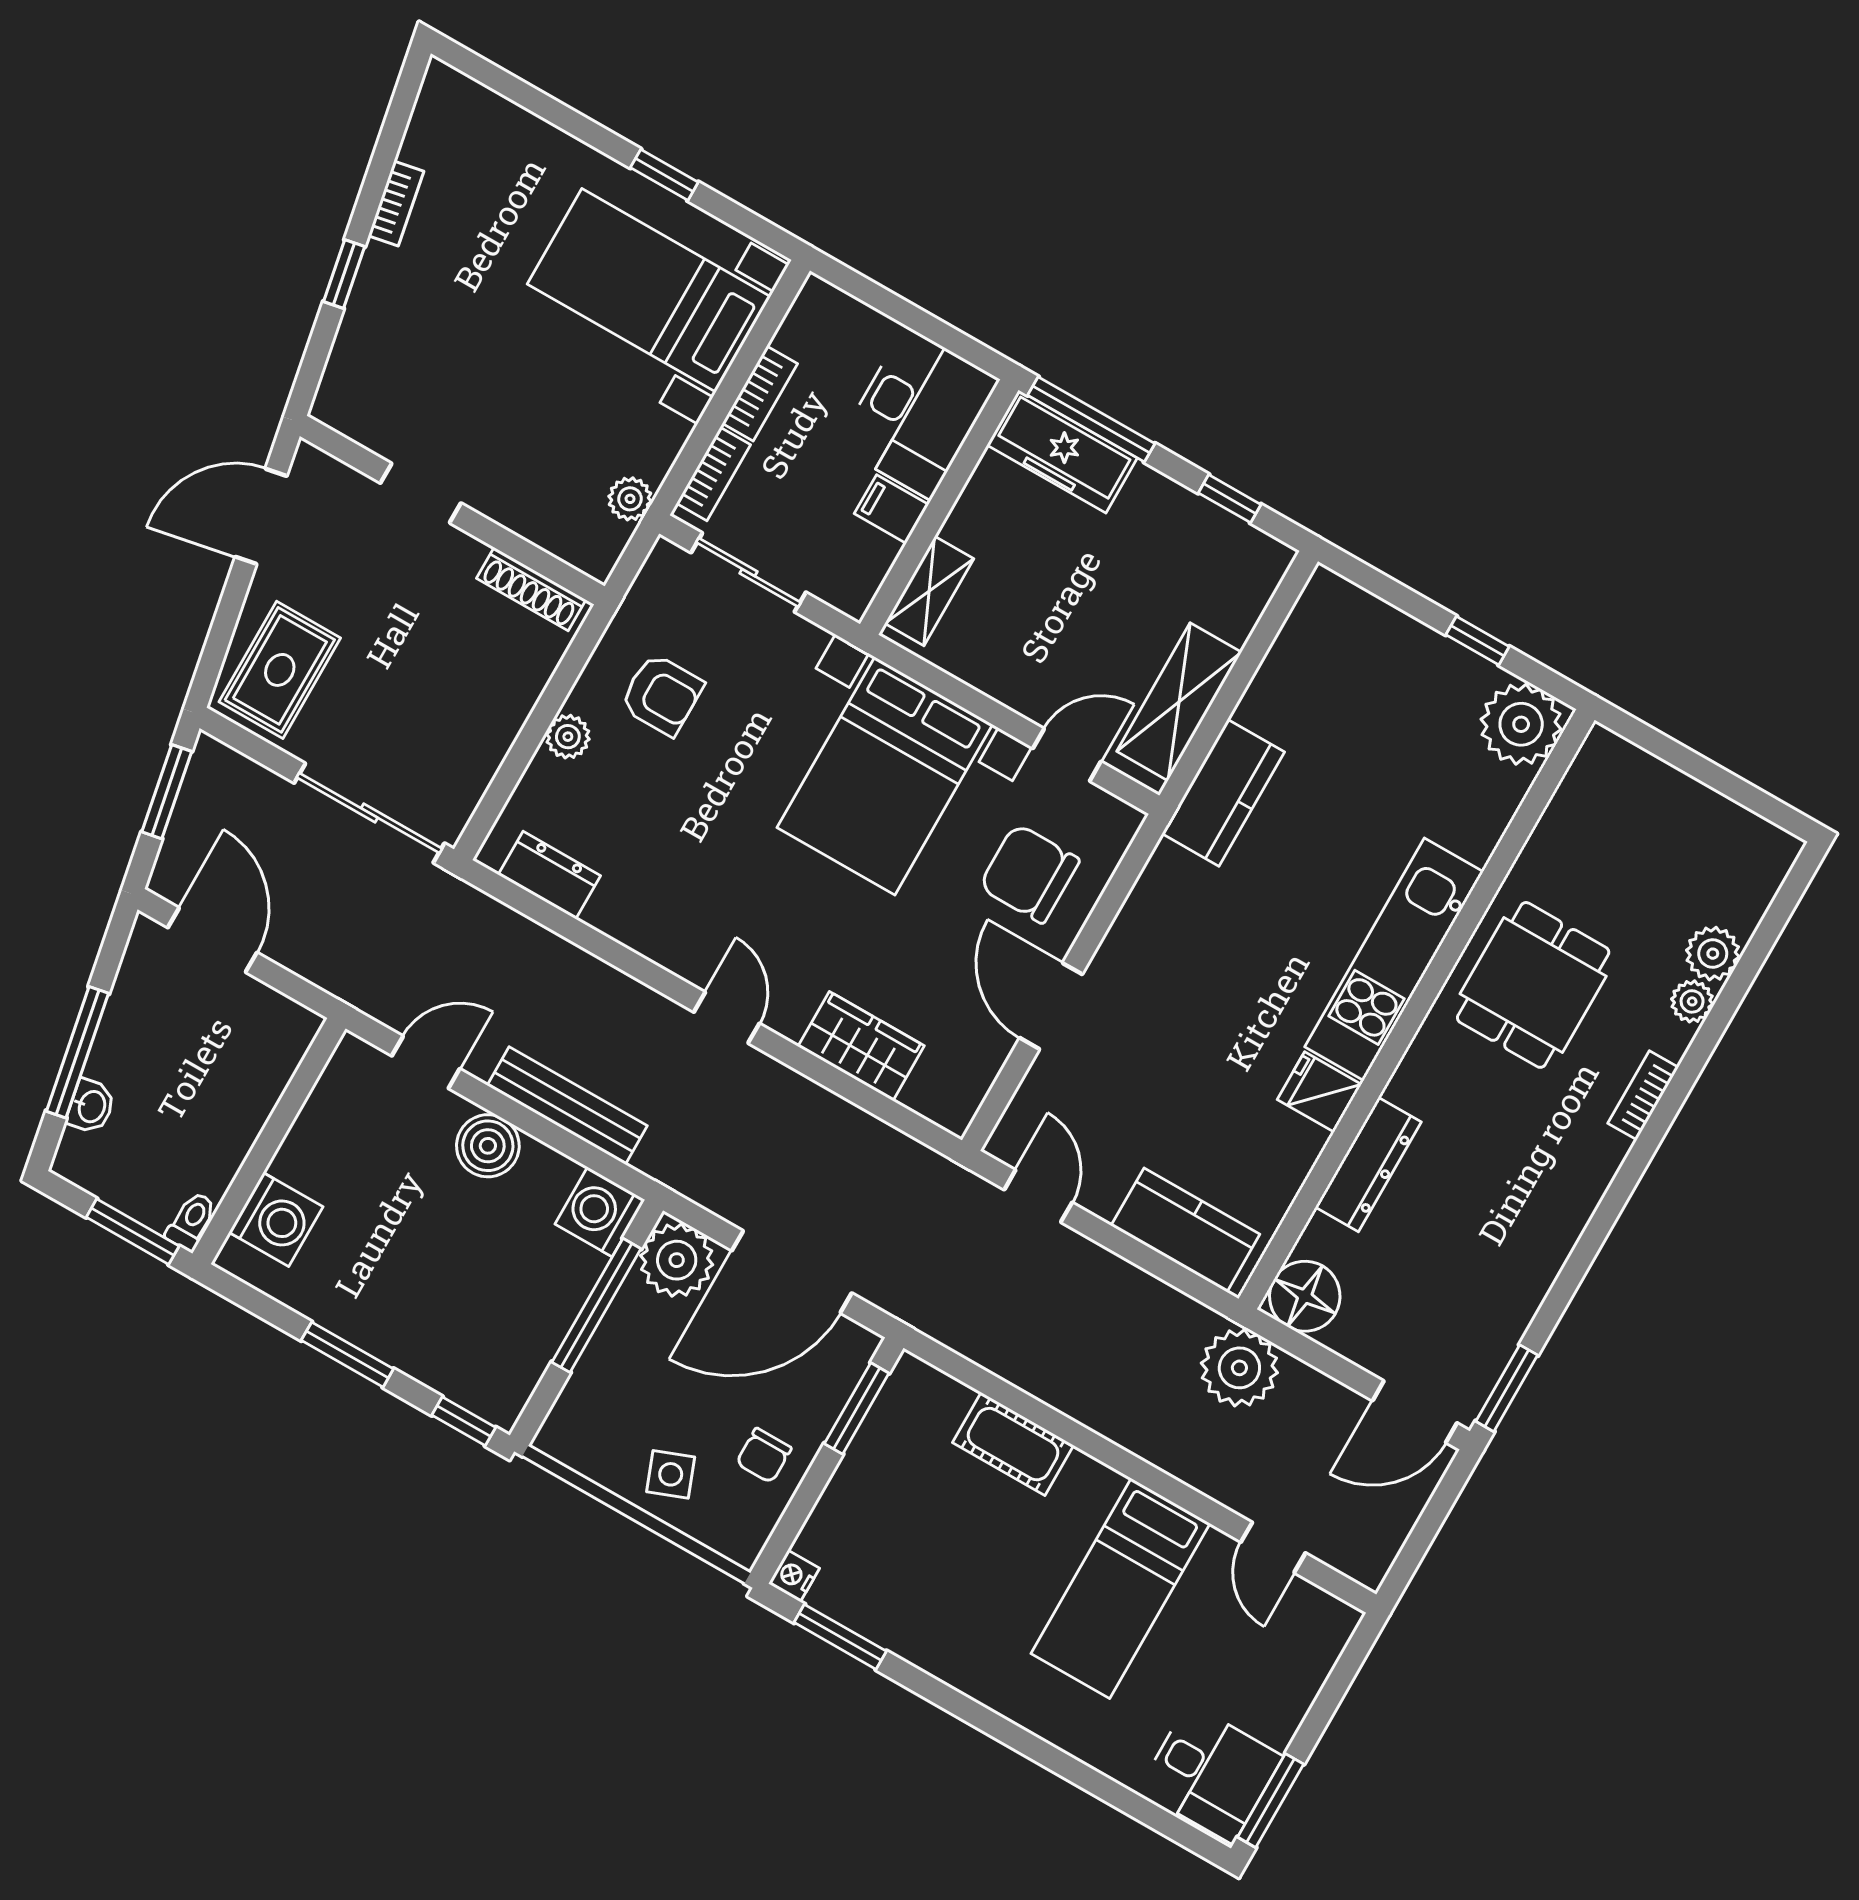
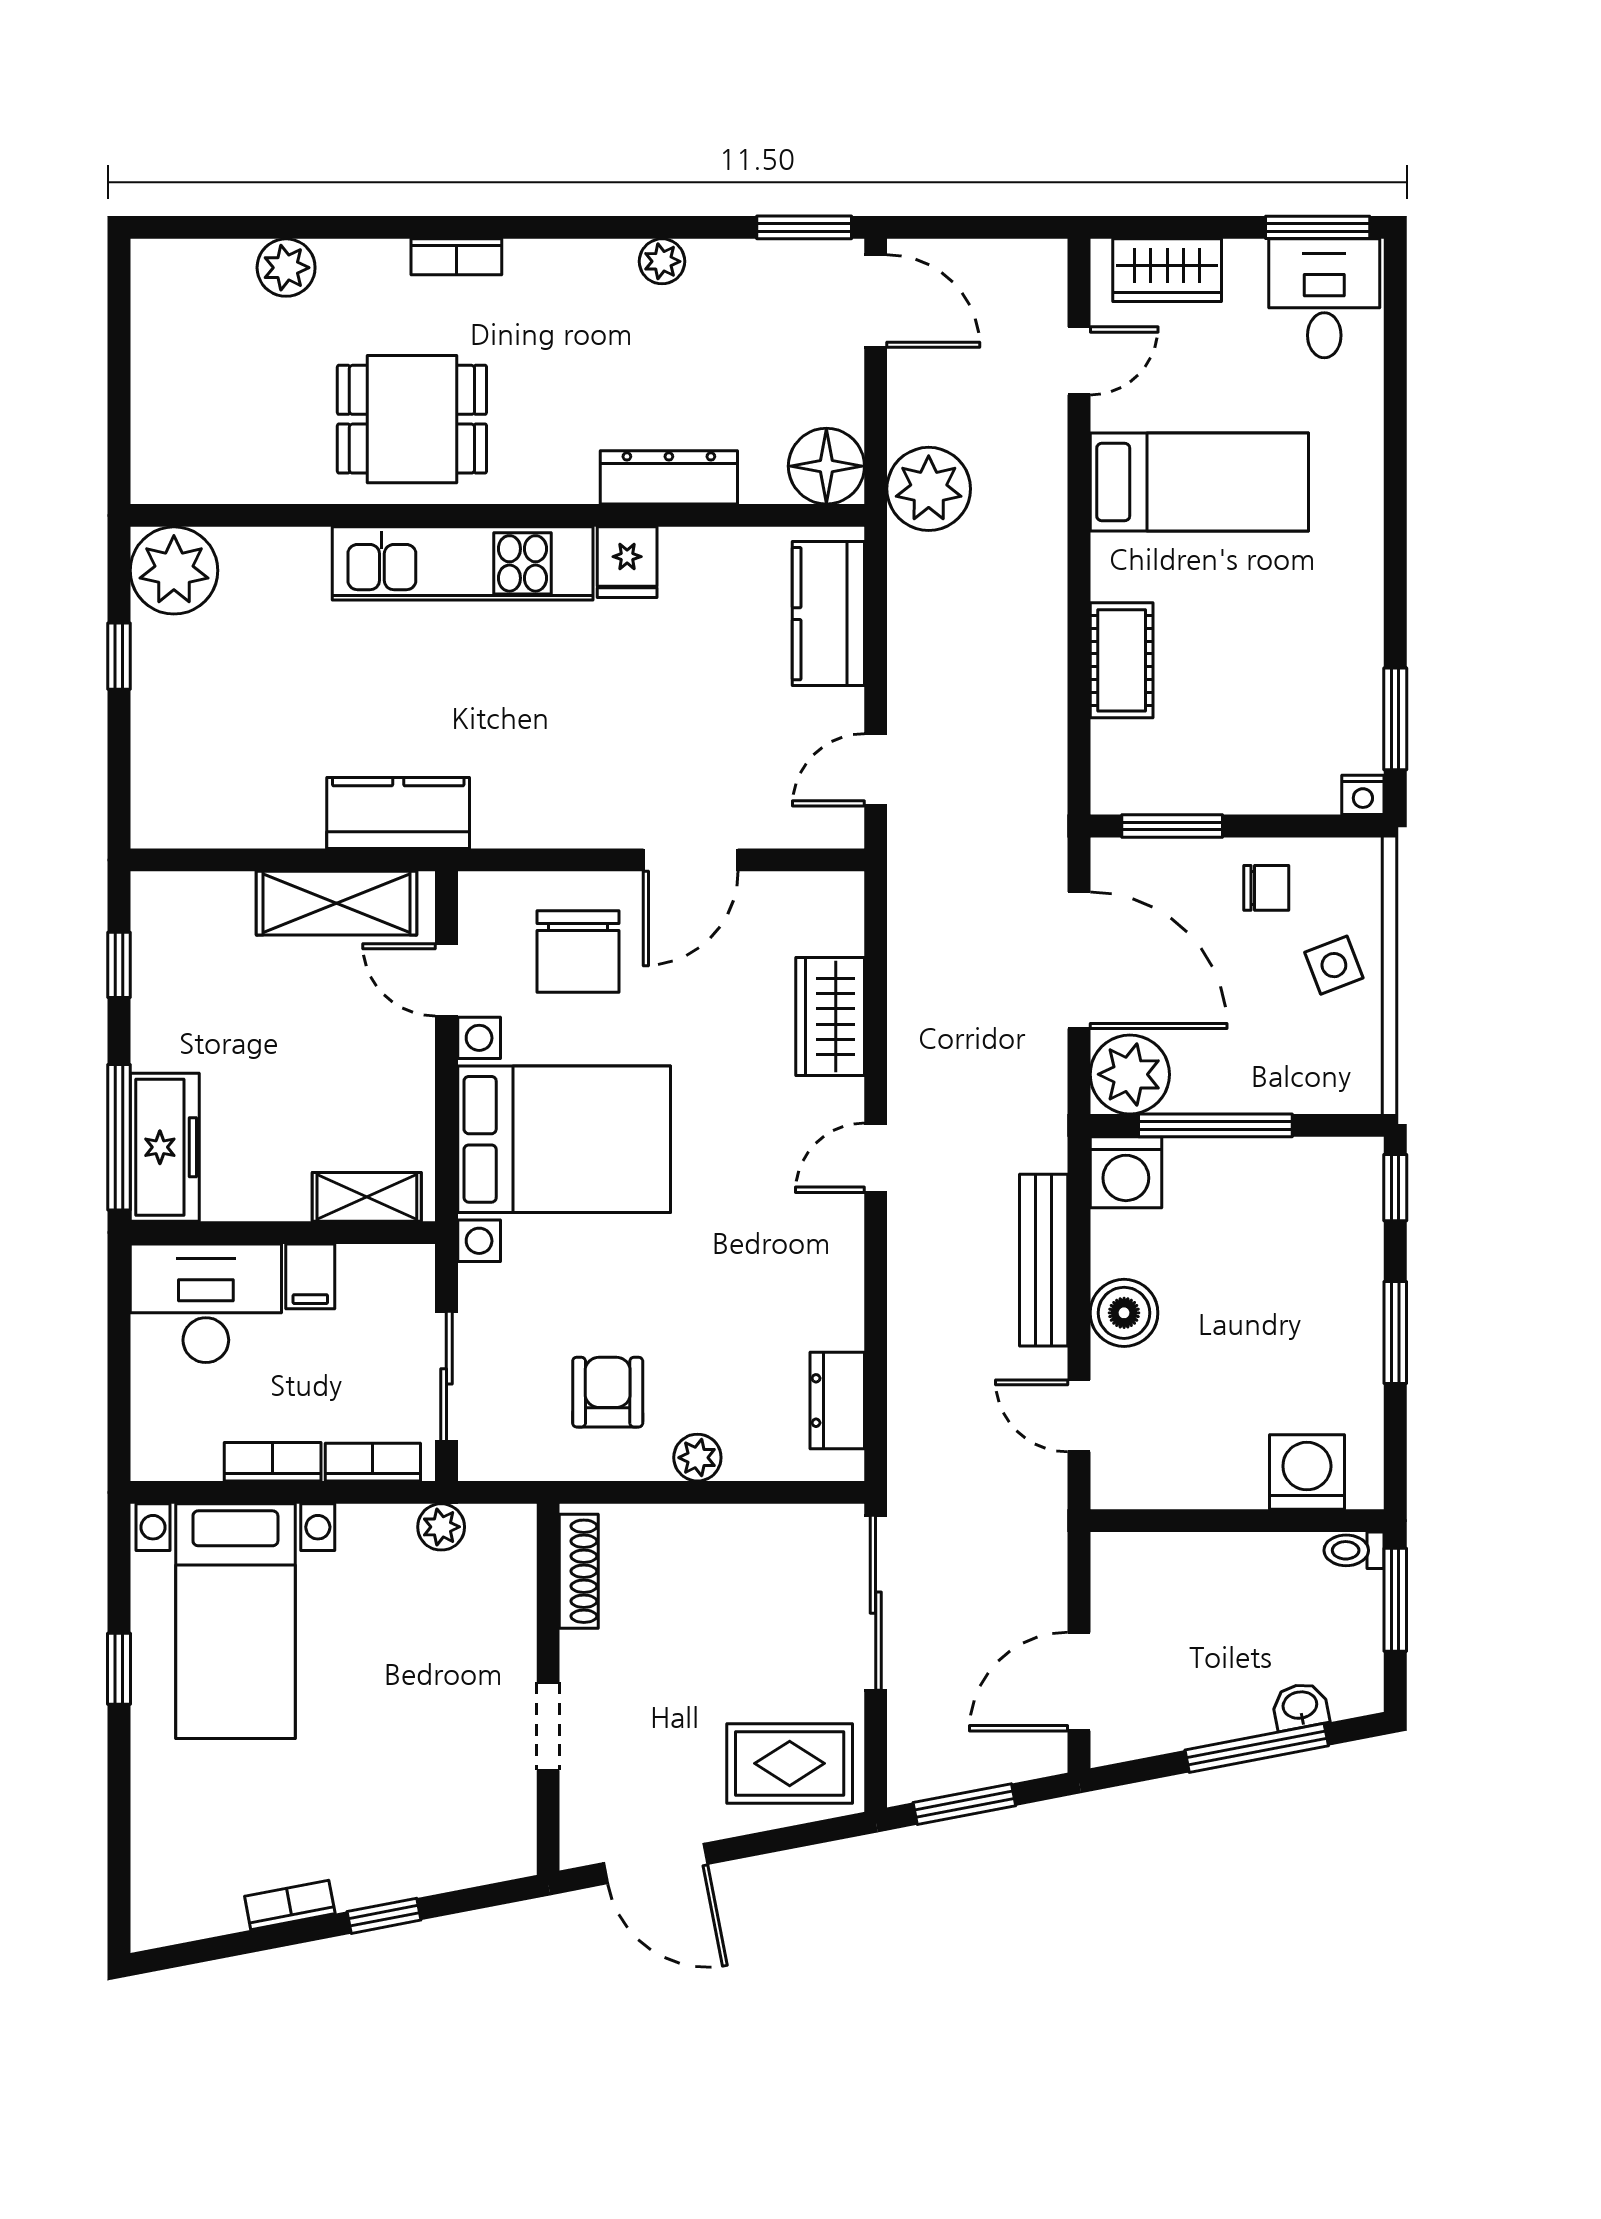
plant: (1692, 1001) -> (662, 261), moved
wardrobe: (1305, 1660) -> (1167, 270), added

